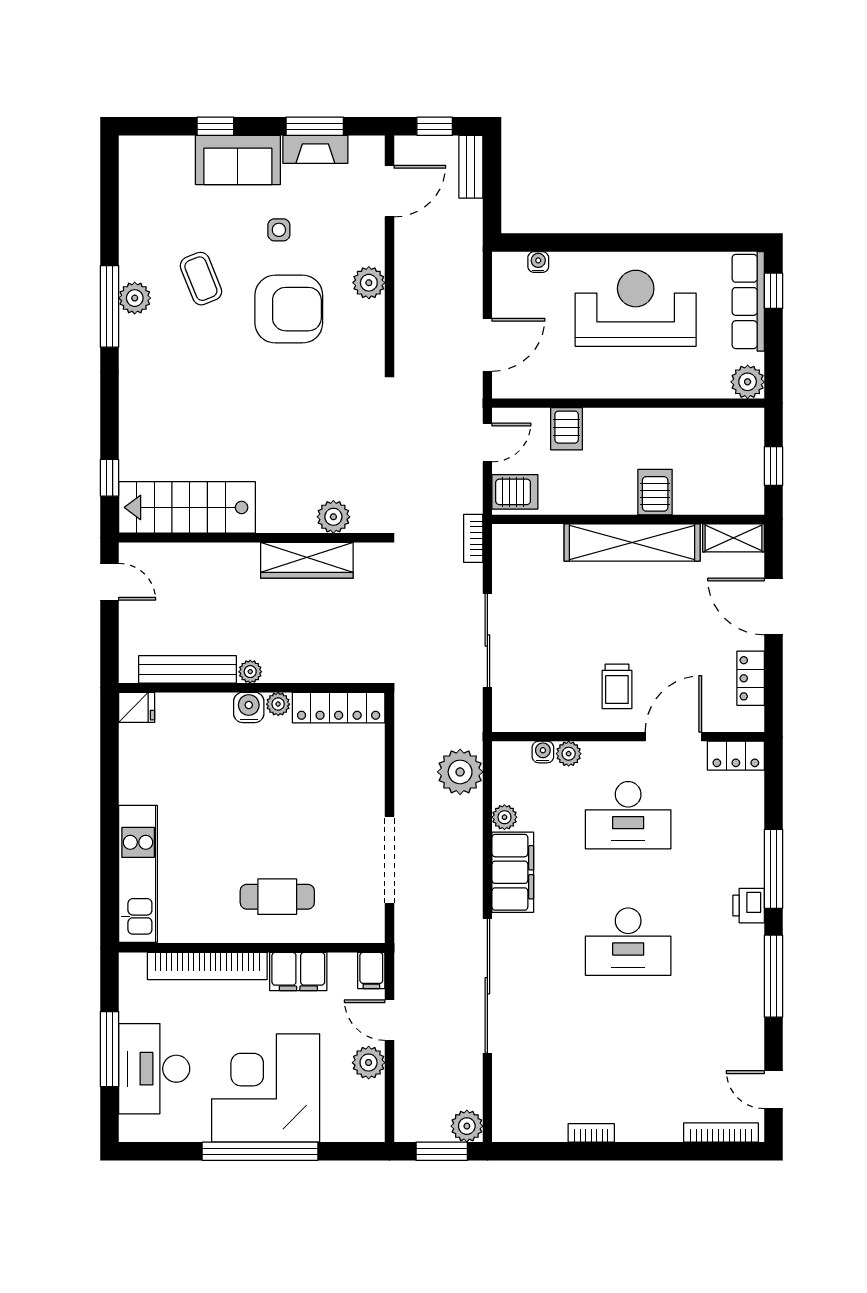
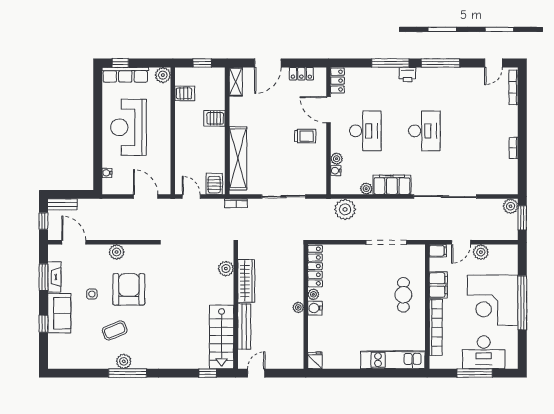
server rack: (567, 429) -> (185, 93), moved
shelving: (632, 543) -> (238, 158), moved
bench: (187, 669) -> (244, 327), moved

